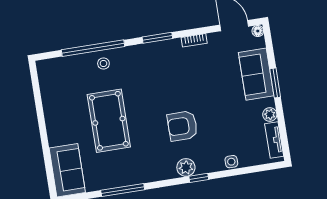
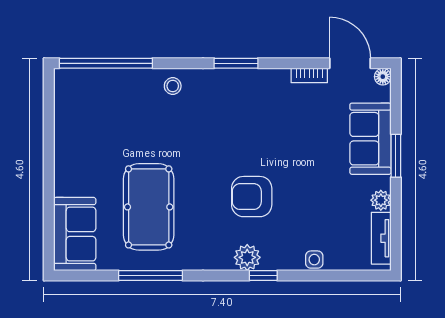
bookcase: (194, 40) -> (309, 75), moved
window: (93, 48) -> (106, 63), moved
stool: (103, 63) -> (173, 86), moved
pool table: (109, 121) -> (149, 207), moved

